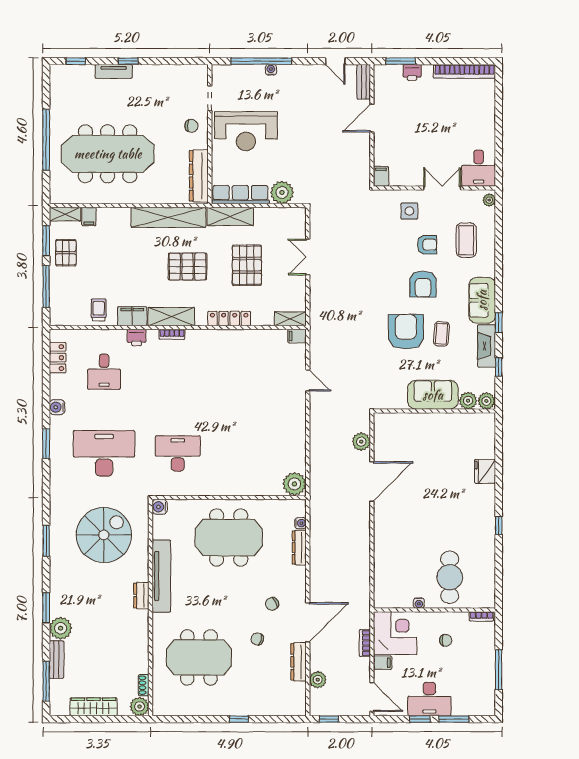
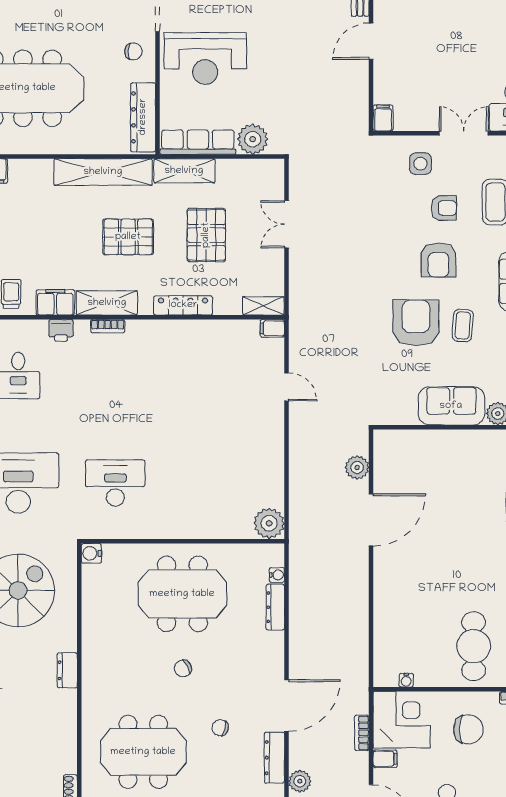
tv unit: (161, 576) -> (94, 645), removed
water cooler: (419, 603) -> (406, 680), moved
chair: (272, 604) -> (183, 668), moved
chair: (446, 640) -> (468, 729), width x1.87, depth x1.87

